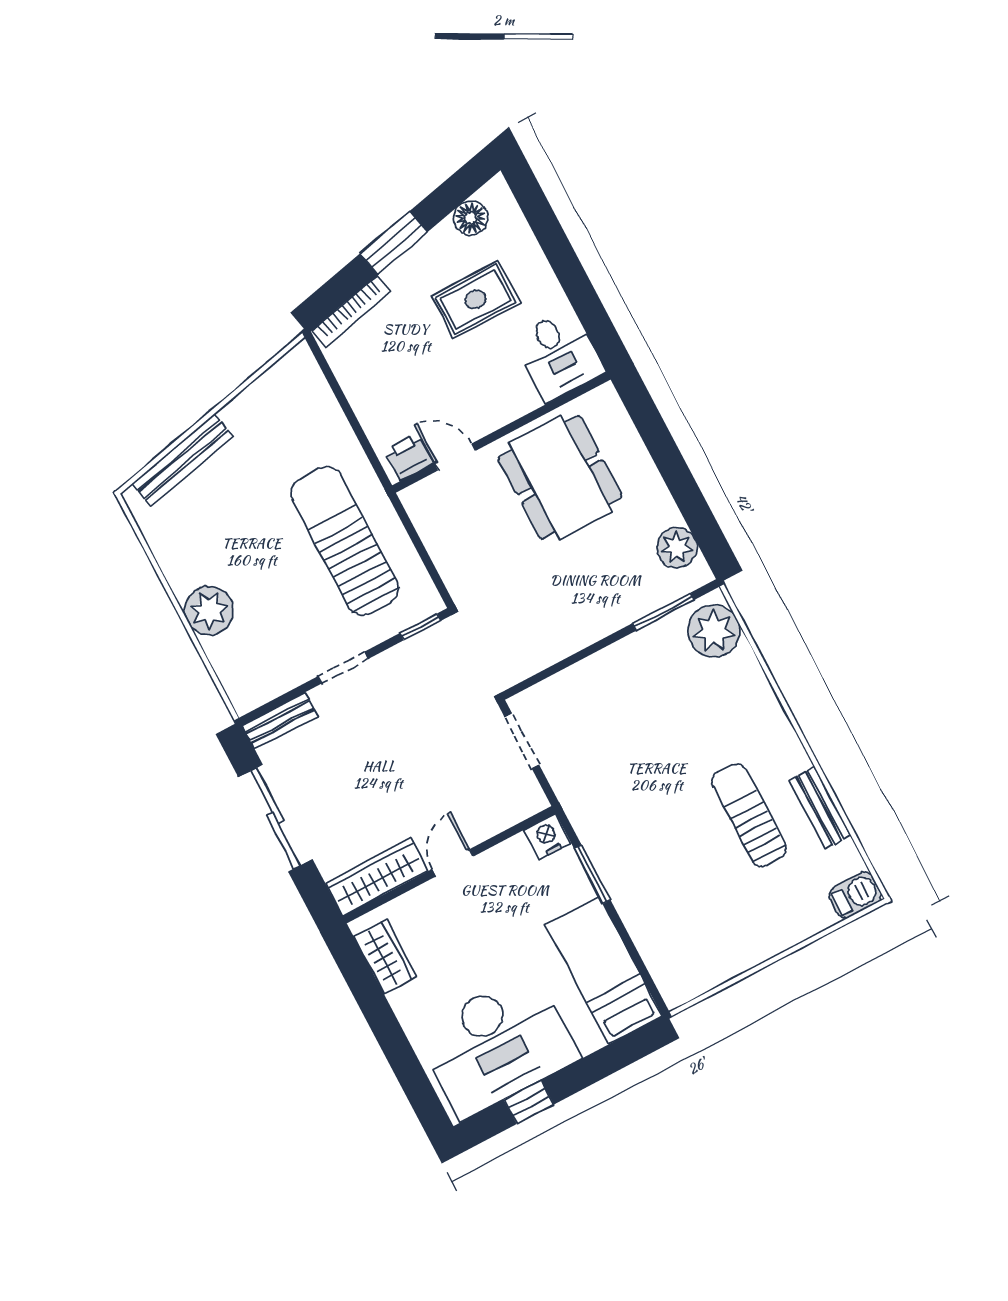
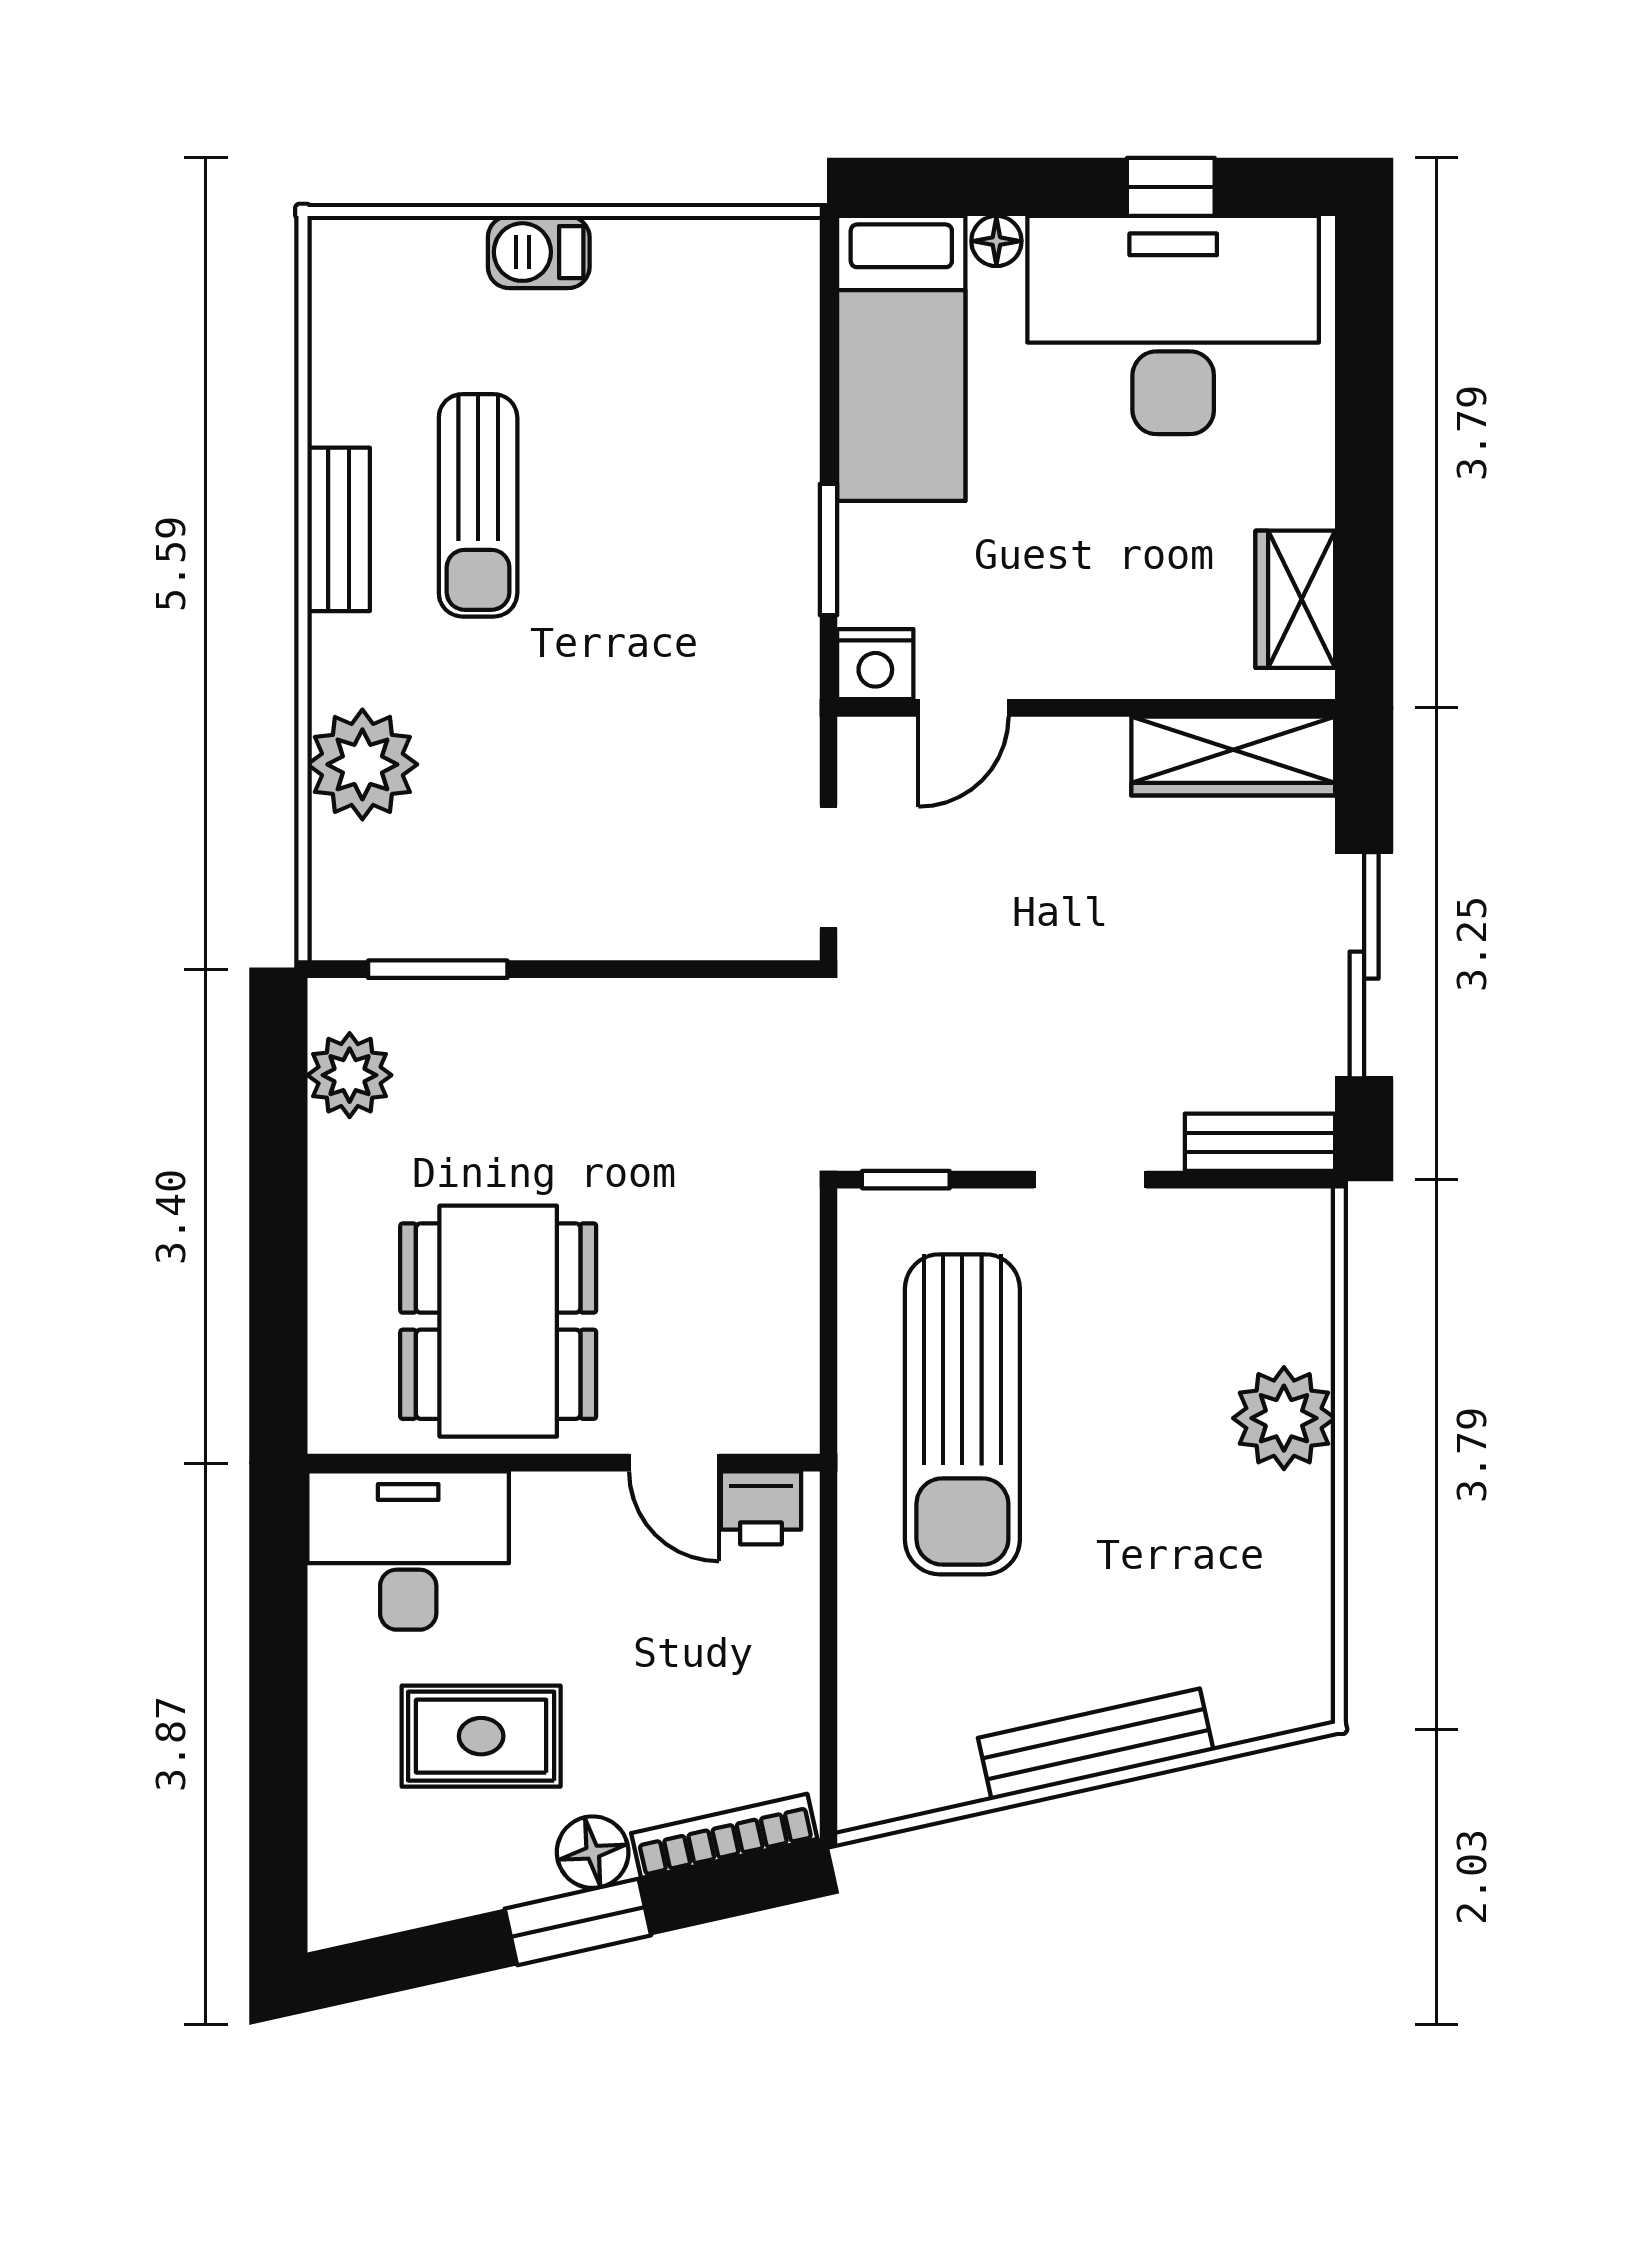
floor lamp: (471, 218) -> (593, 1852), moved
desk: (559, 355) -> (408, 1551), width x1.37
bench: (183, 460) -> (1096, 1744), moved
plant: (714, 631) -> (362, 764), moved
bench: (820, 808) -> (339, 529), moved
door: (453, 863) -> (963, 708), moved
barbecue: (855, 895) -> (539, 252), moved
floor lamp: (590, 1041) -> (996, 241), added

